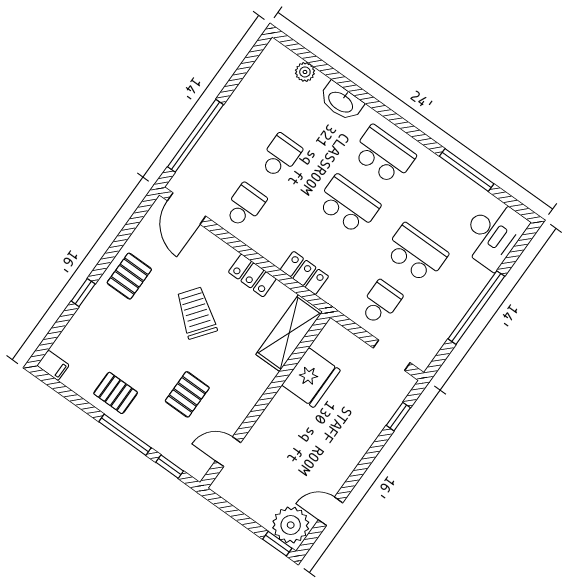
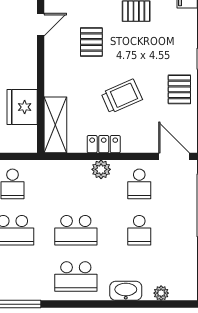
plant: (275, 250) -> (101, 169), added
locker: (304, 273) -> (73, 169), removed
trolley: (196, 313) -> (122, 96), turned -61

